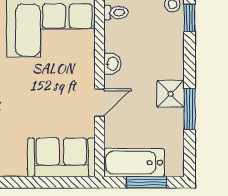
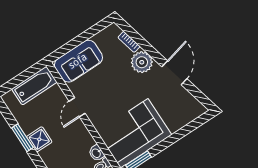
washbasin: (112, 64) -> (96, 153), moved
window: (146, 182) -> (20, 79), removed

